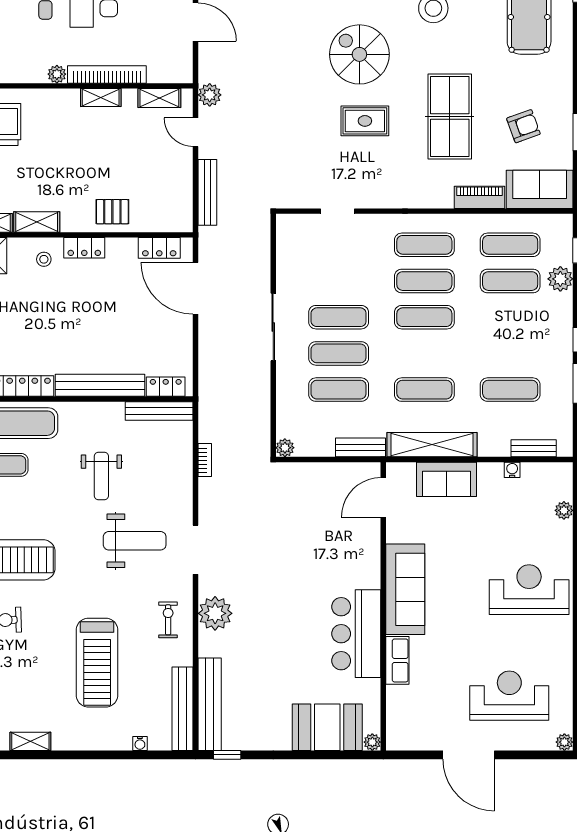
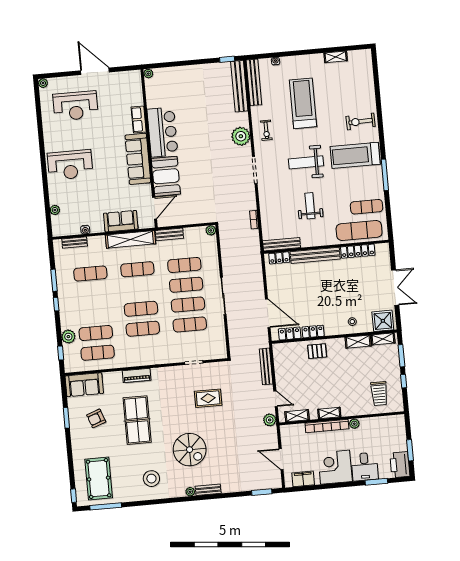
rug: (365, 121) -> (208, 398), moved
piano: (479, 197) -> (137, 375), moved
exercise mat: (424, 245) -> (190, 324), moved
locker: (84, 248) -> (313, 332), moved
weight bench: (135, 541) -> (306, 162), moved
booth: (327, 727) -> (166, 176), moved, turned 90

